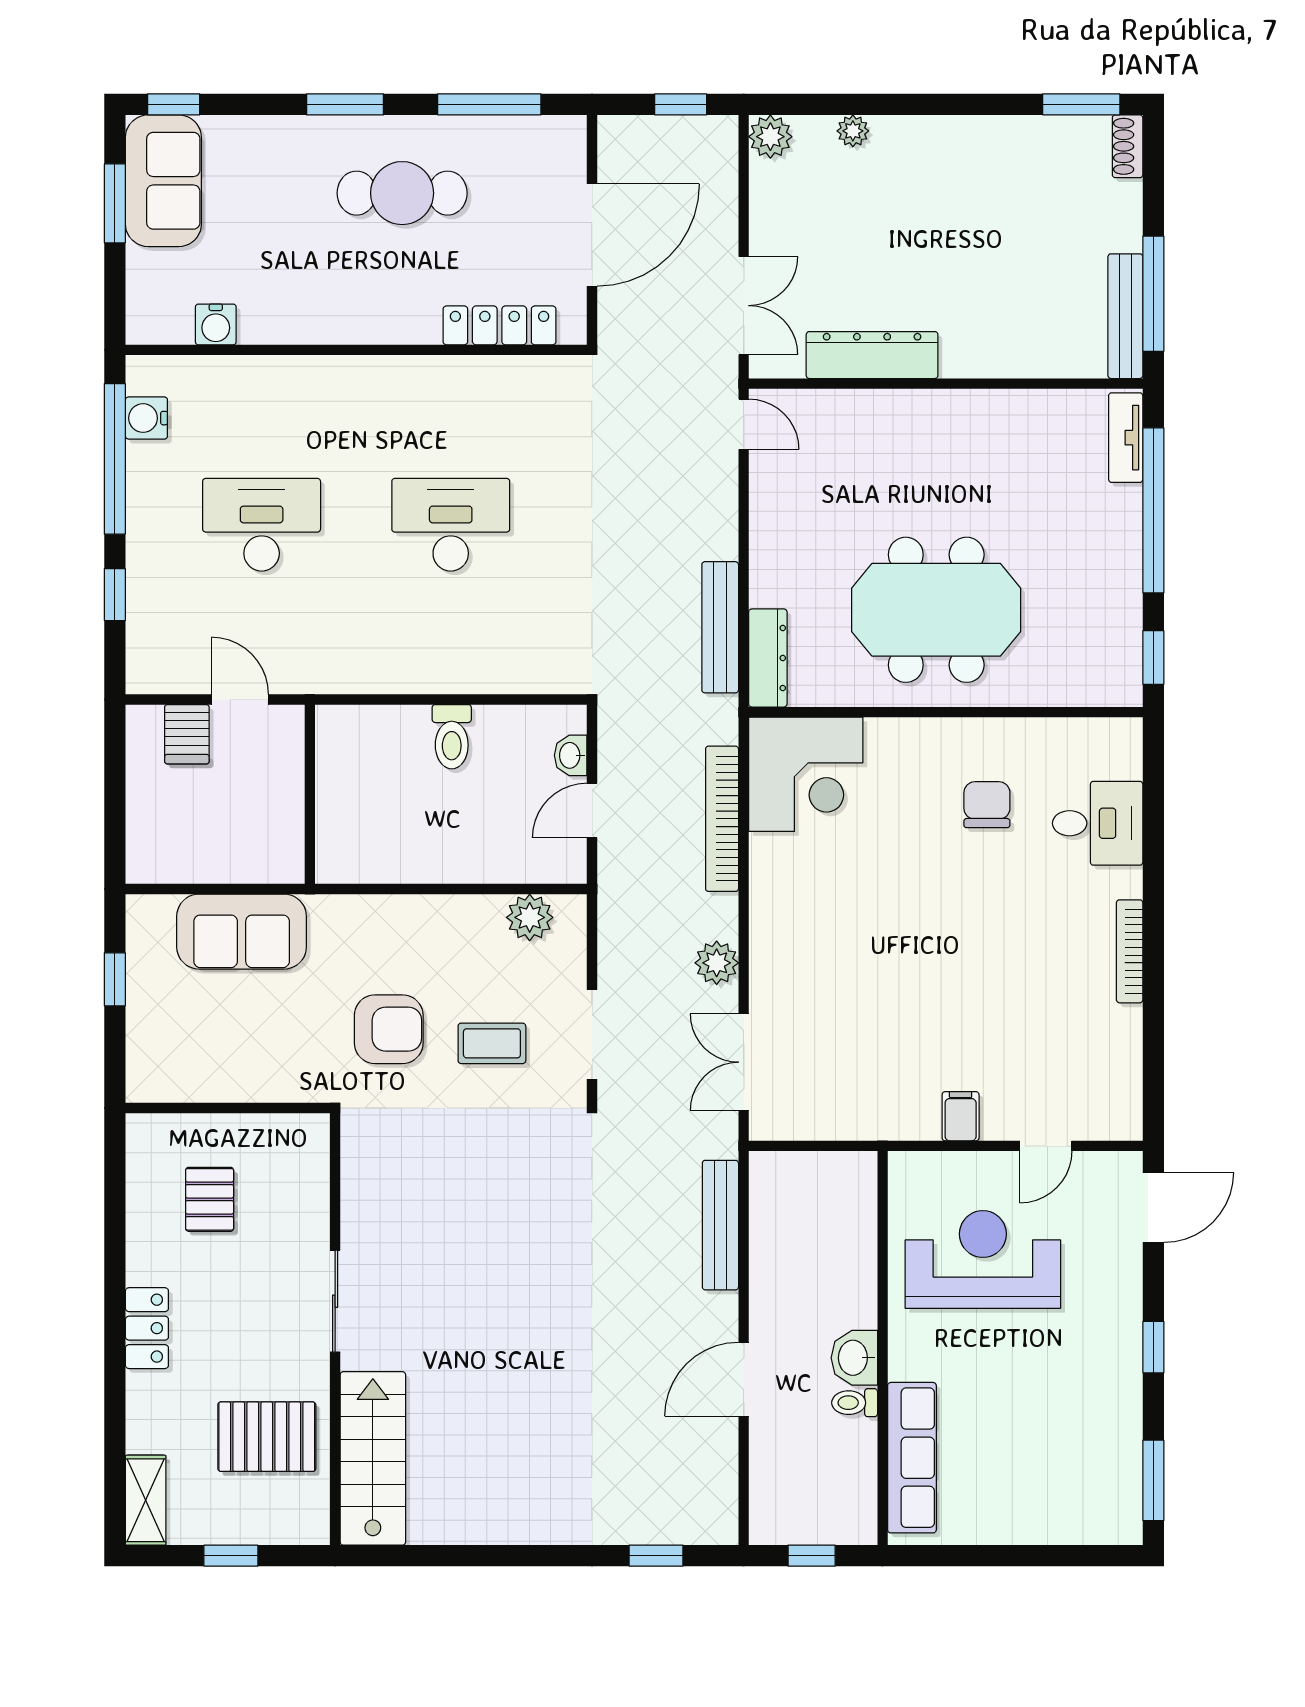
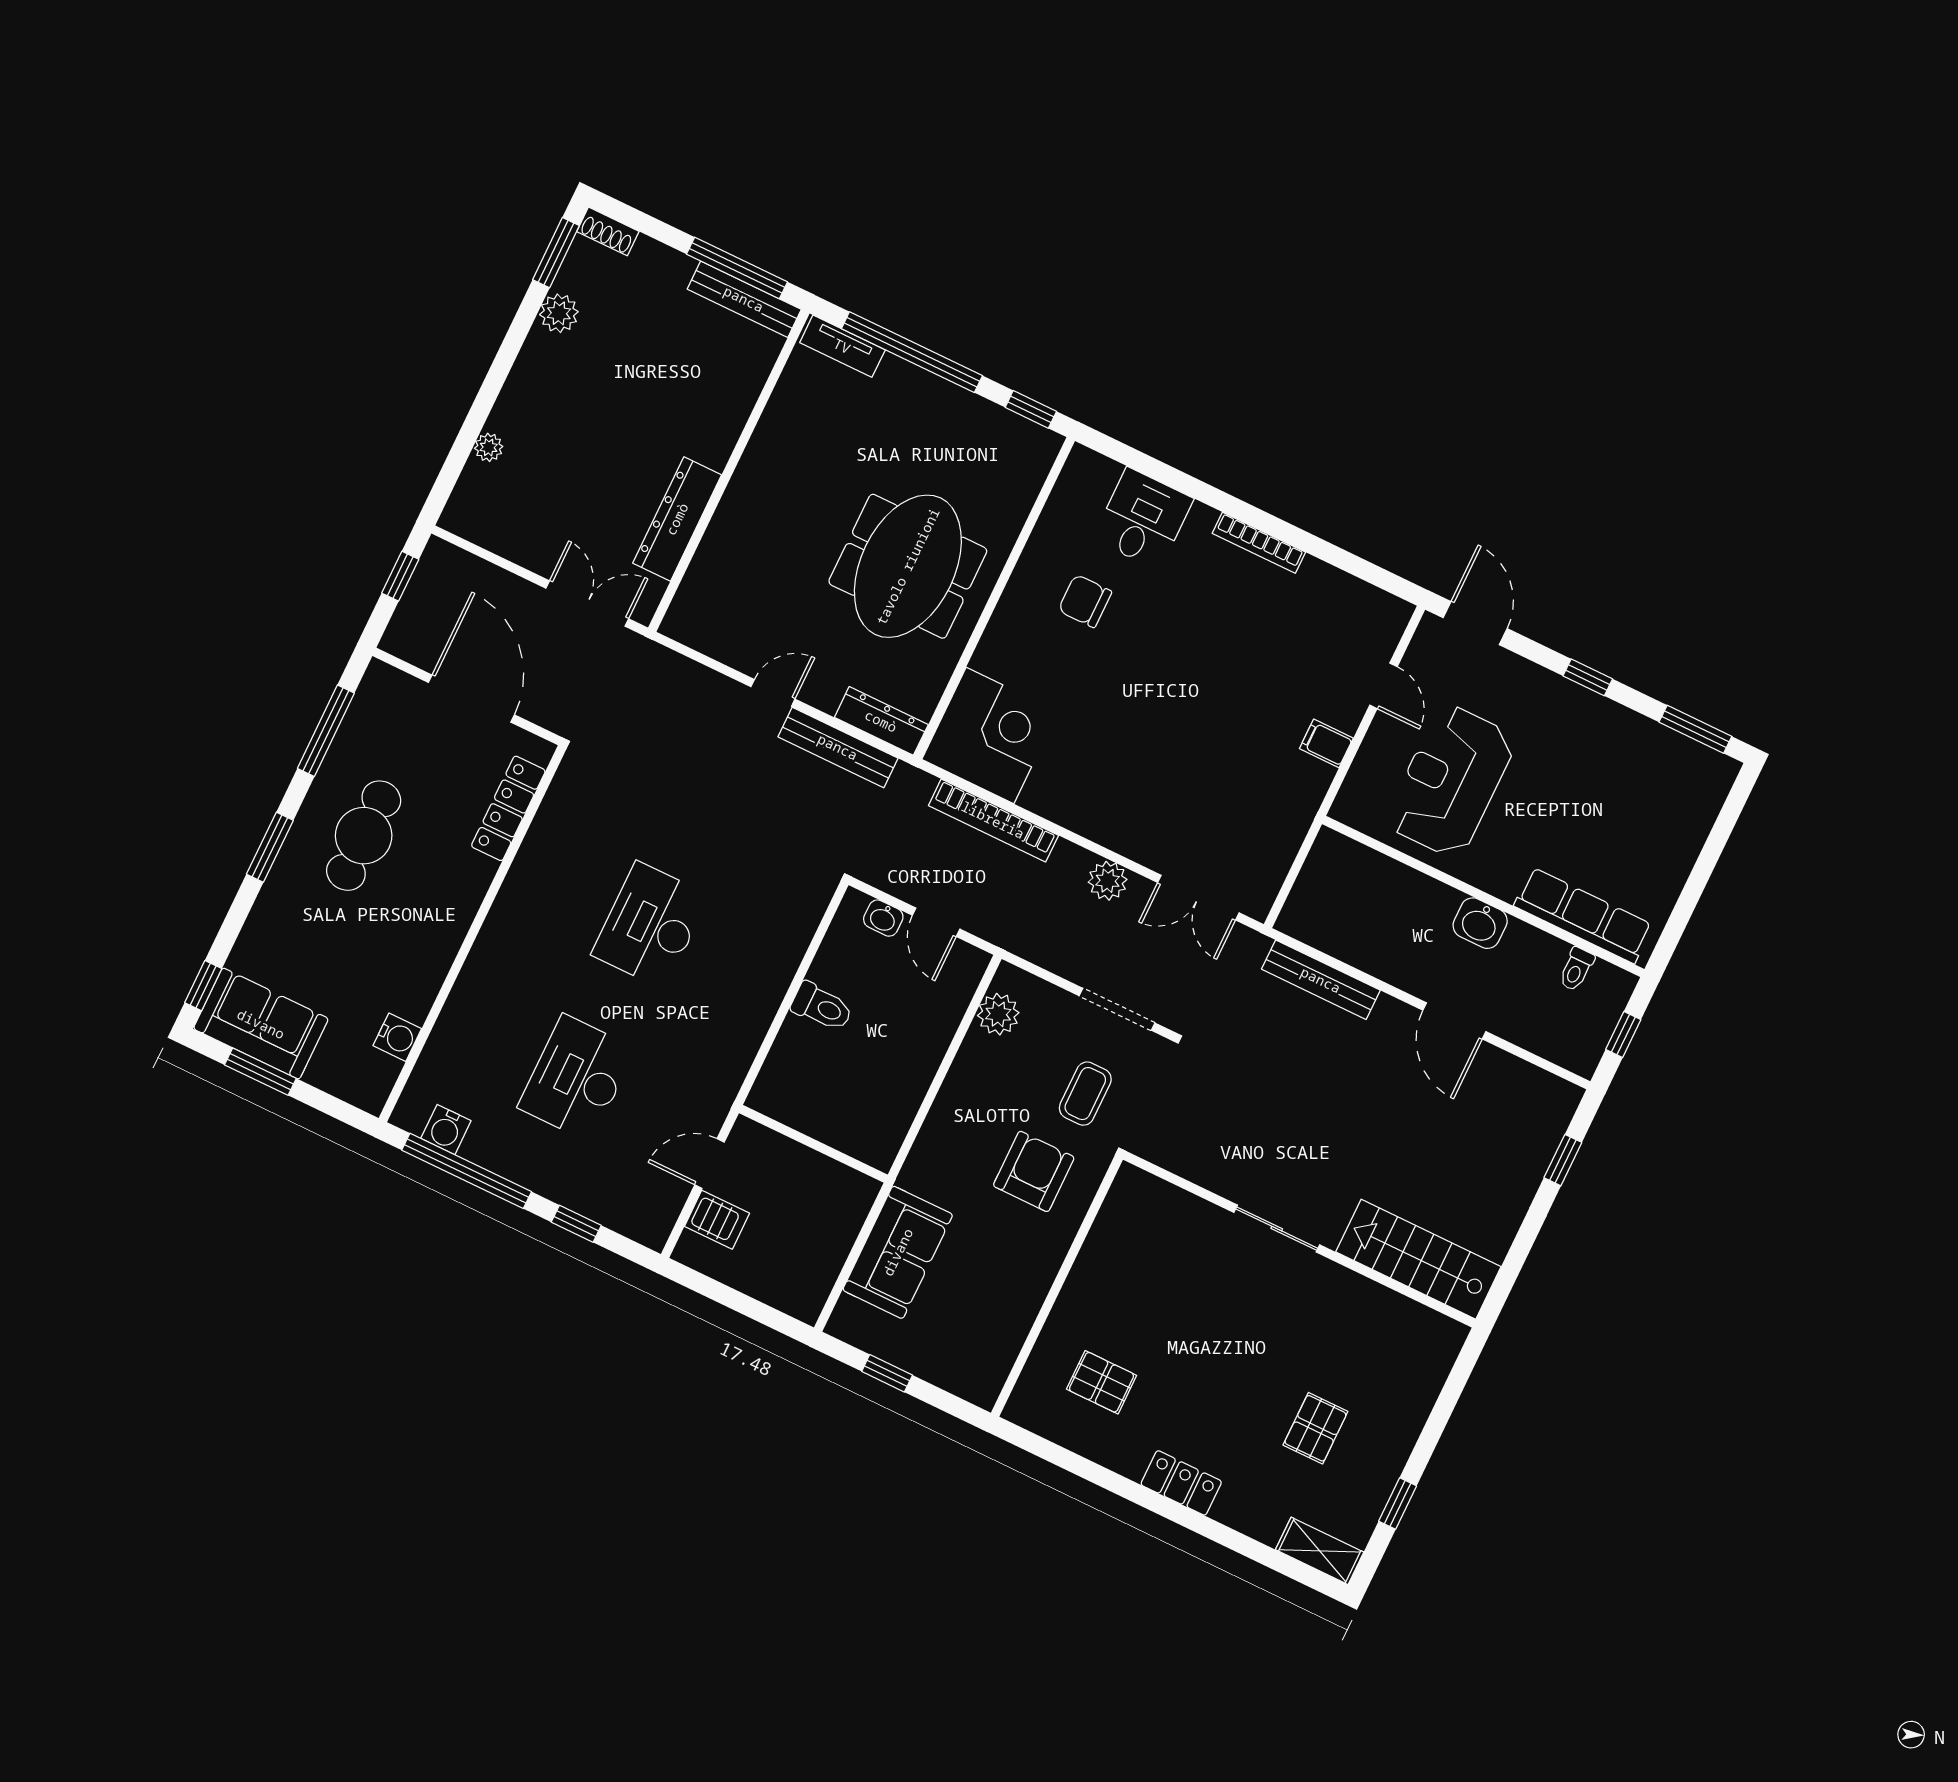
plant: (770, 137) -> (559, 313), moved
door: (744, 424) -> (773, 693), moved
sliding door: (335, 1301) -> (1277, 1229), moved
wall: (335, 1329) -> (1299, 1239), moved
toilet: (855, 1403) -> (1576, 969), moved
pallet: (267, 1437) -> (1315, 1428), width x0.67, depth x0.71
stairs: (373, 1458) -> (1418, 1259), moved

